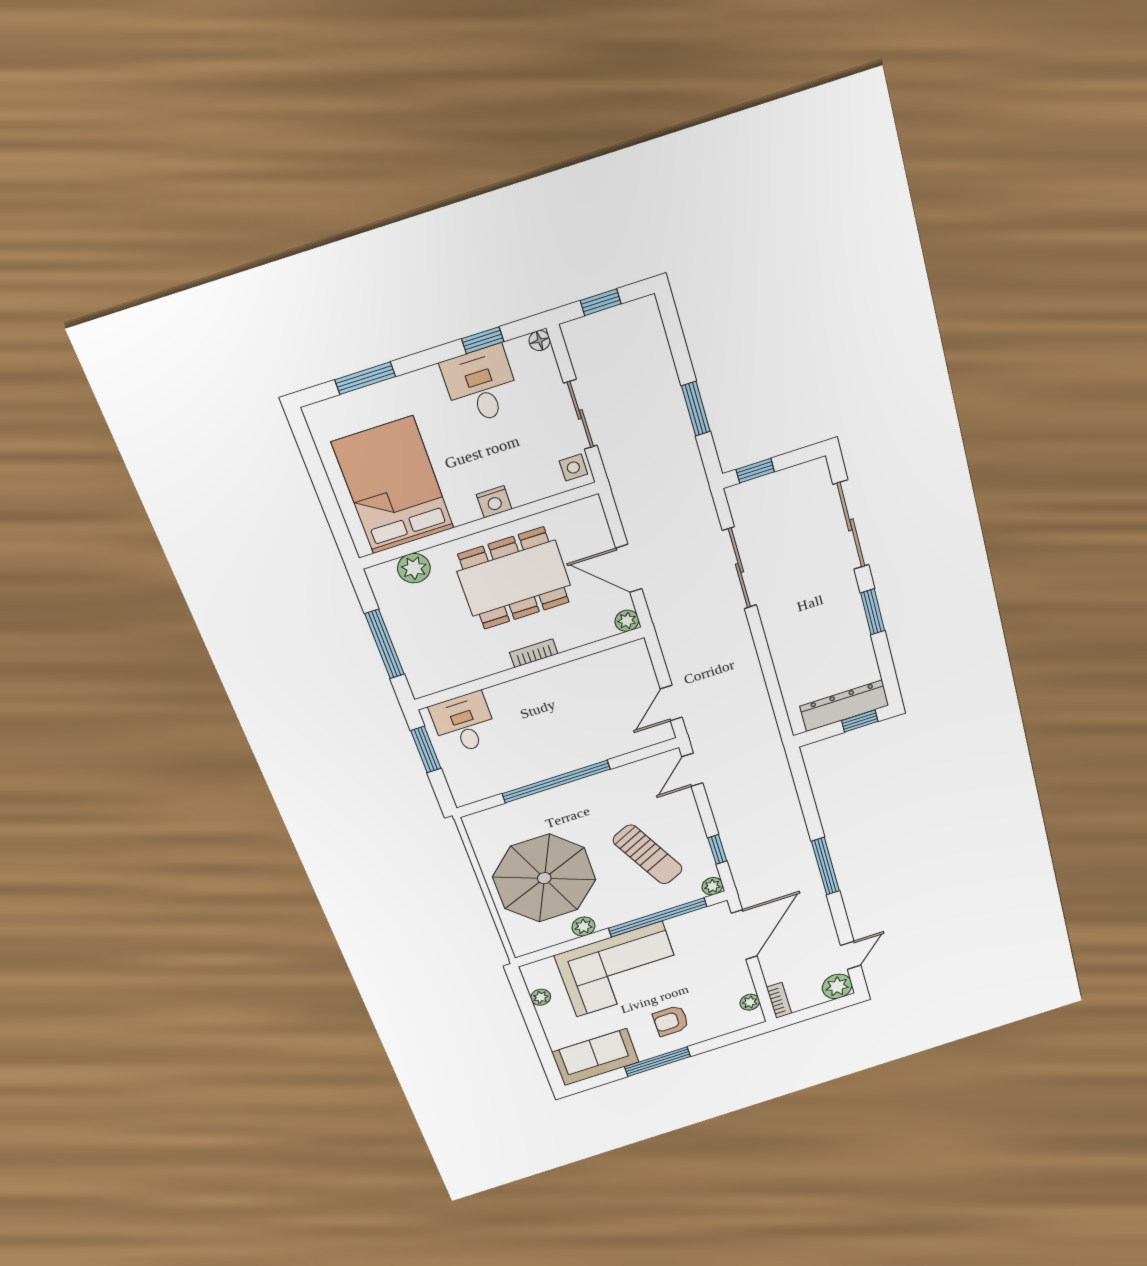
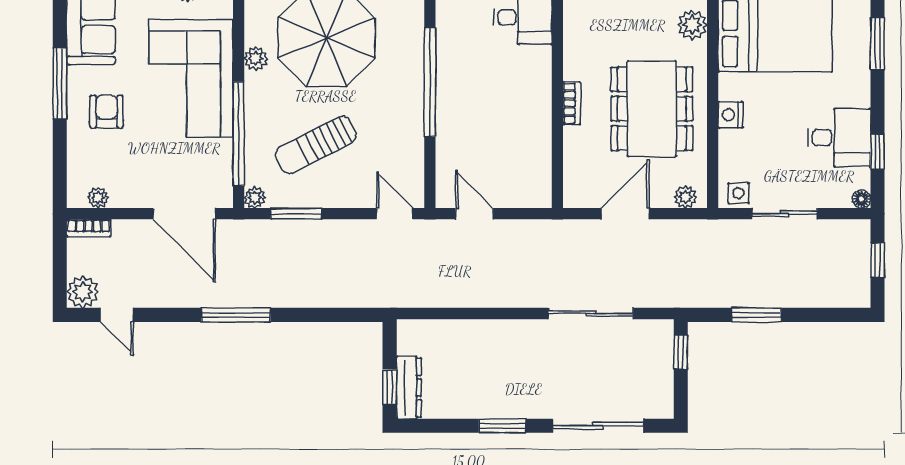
plant: (627, 621) -> (685, 197), moved
dresser: (844, 706) -> (409, 388), width x0.73, depth x0.80
window: (717, 849) -> (296, 214), width x1.50

